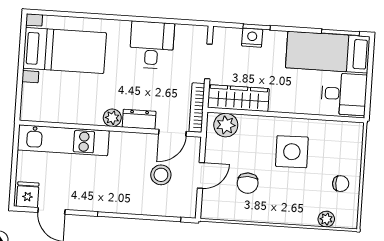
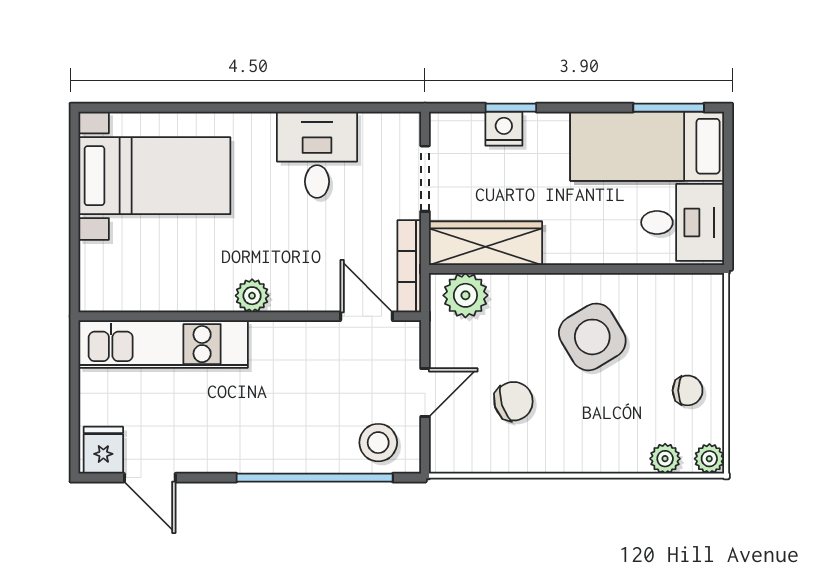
dresser: (139, 119) -> (302, 295), removed
door: (172, 133) -> (367, 316), swing flipped
side table: (292, 152) -> (592, 337), turned -30
stool: (161, 175) -> (378, 443), moved
chair: (248, 183) -> (513, 401), turned -108
plant: (350, 221) -> (709, 459), added

